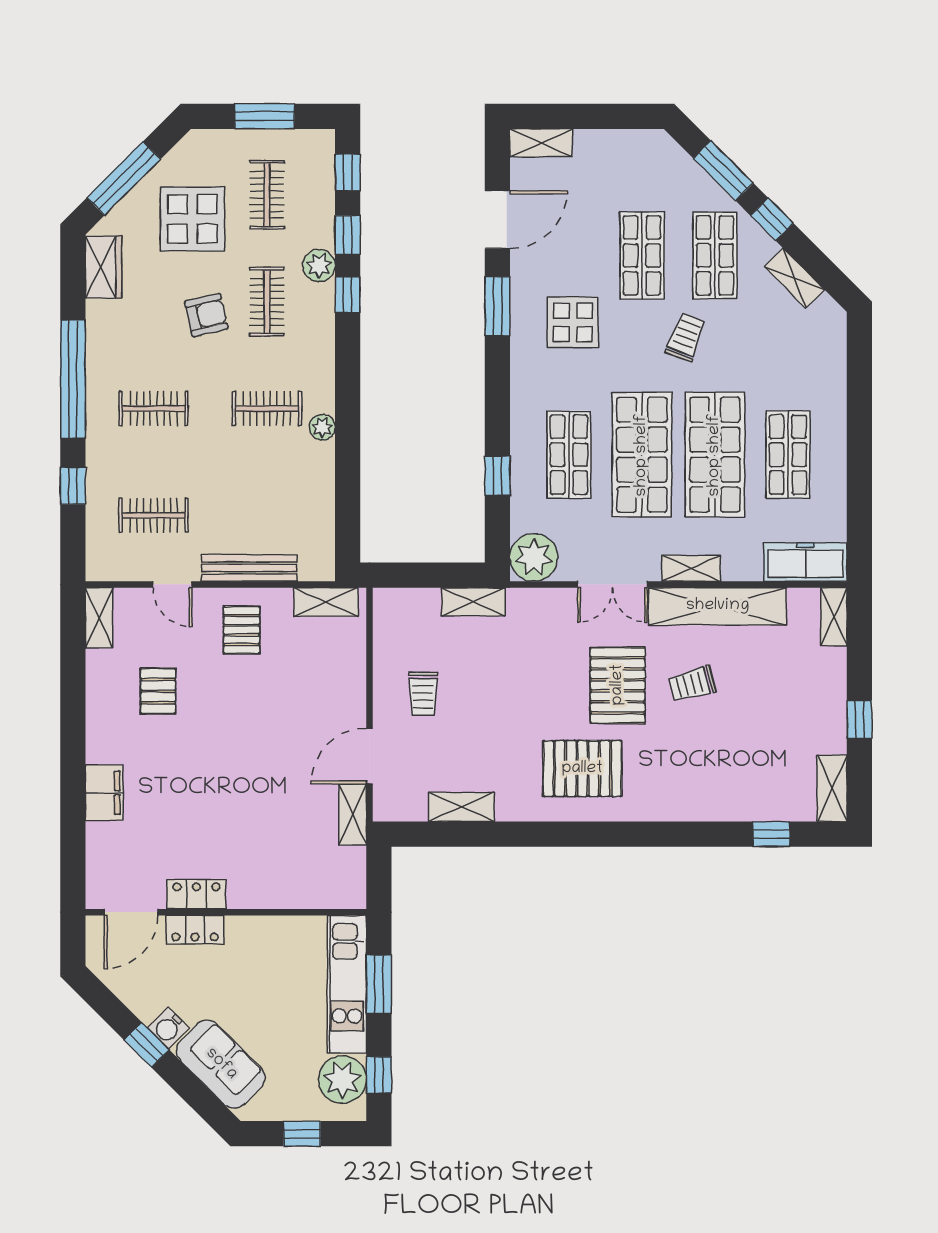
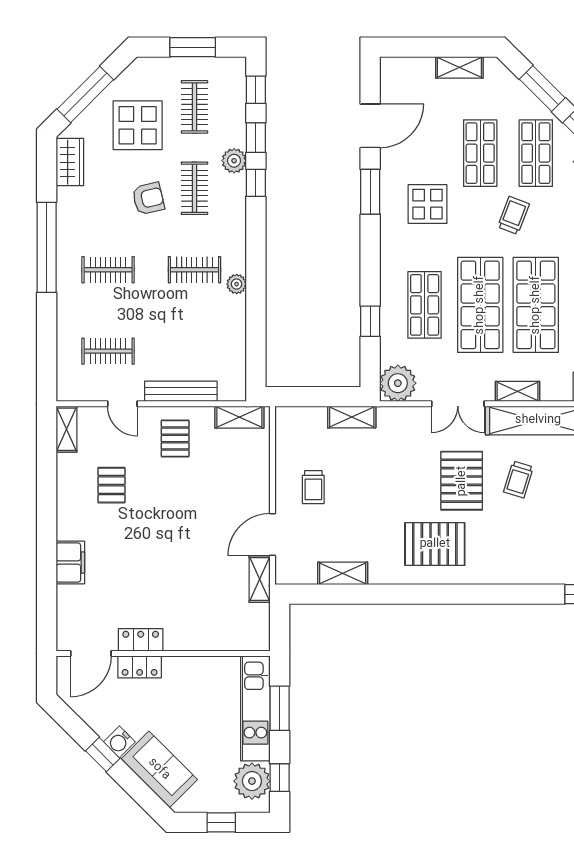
shelving: (541, 143) -> (459, 67), moved
window: (73, 486) -> (47, 329), removed
trolley: (692, 684) -> (518, 479), turned -58

